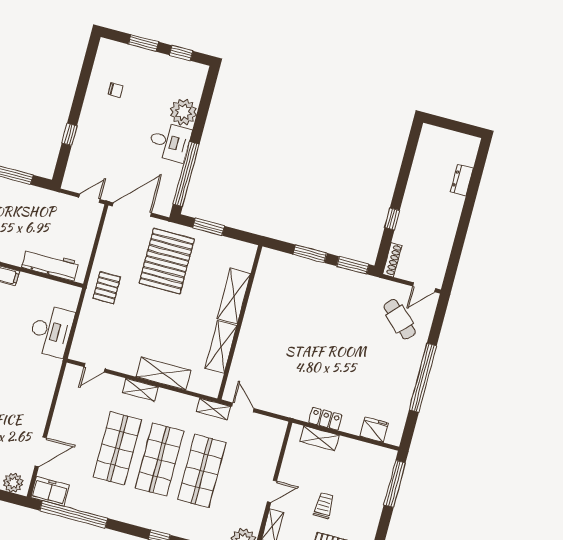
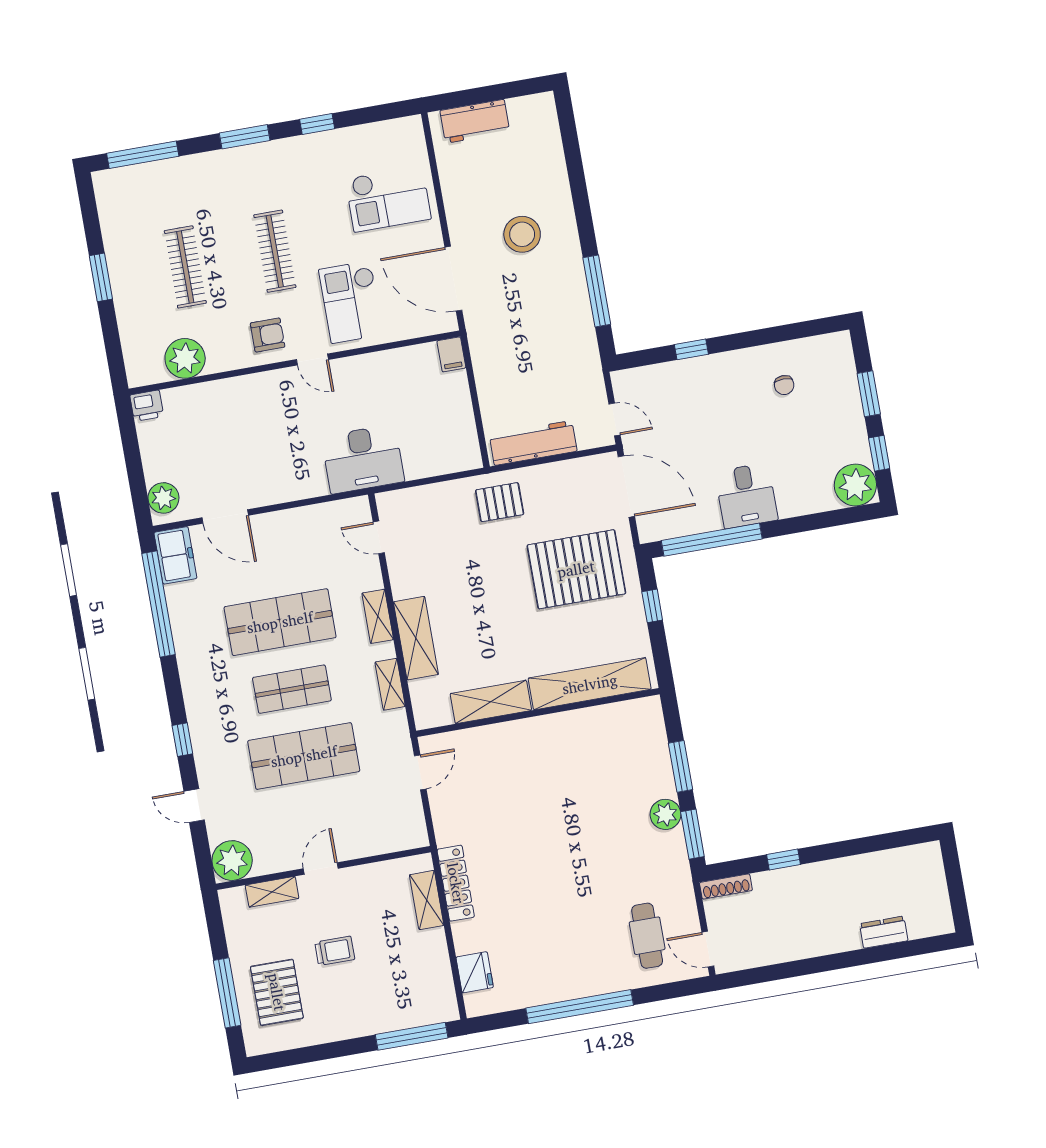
plant: (183, 112) -> (855, 485), moved
window: (209, 227) -> (652, 606), width x0.67
workbench: (50, 265) -> (533, 443), moved, turned -90
plant: (334, 276) -> (665, 814), added
shelving: (234, 296) -> (590, 684), width x1.47
cafe table: (400, 319) -> (647, 936), turned -43
desk: (51, 331) -> (363, 459), moved
shelving: (213, 409) -> (390, 684), moved
locker: (325, 419) -> (456, 883), width x1.53
shop shelf: (160, 460) -> (292, 689), width x0.70, depth x0.74
door: (272, 491) -> (321, 868), swing flipped

